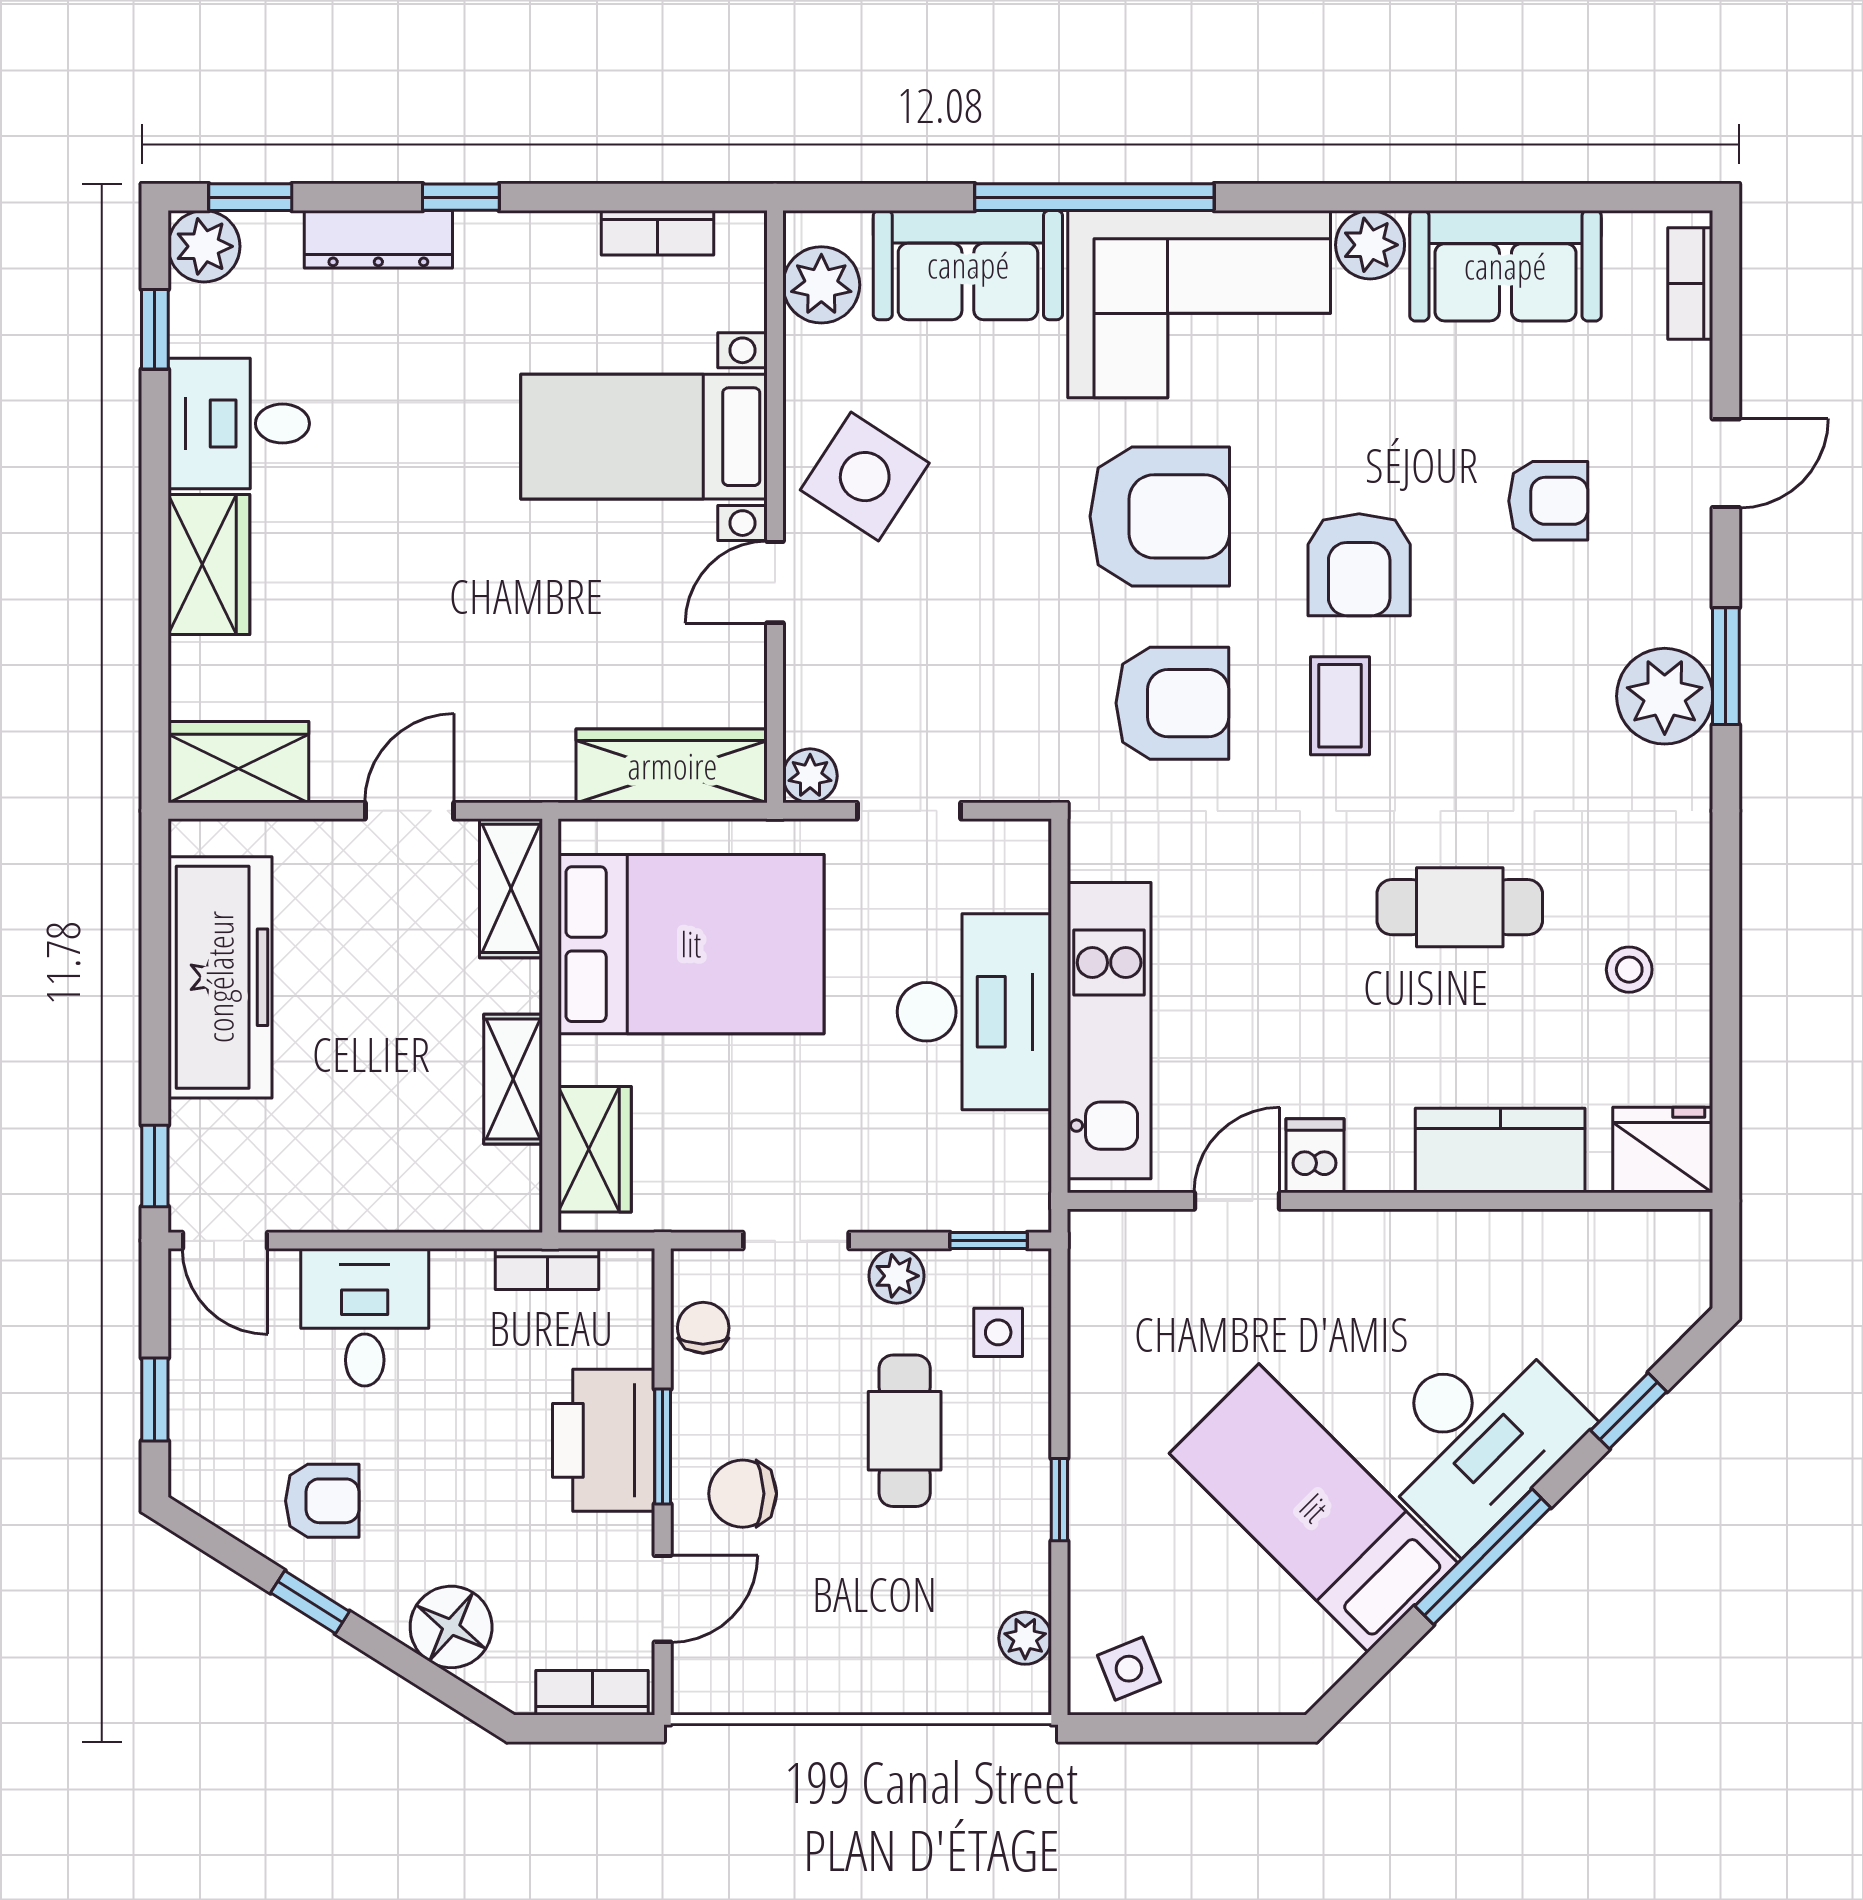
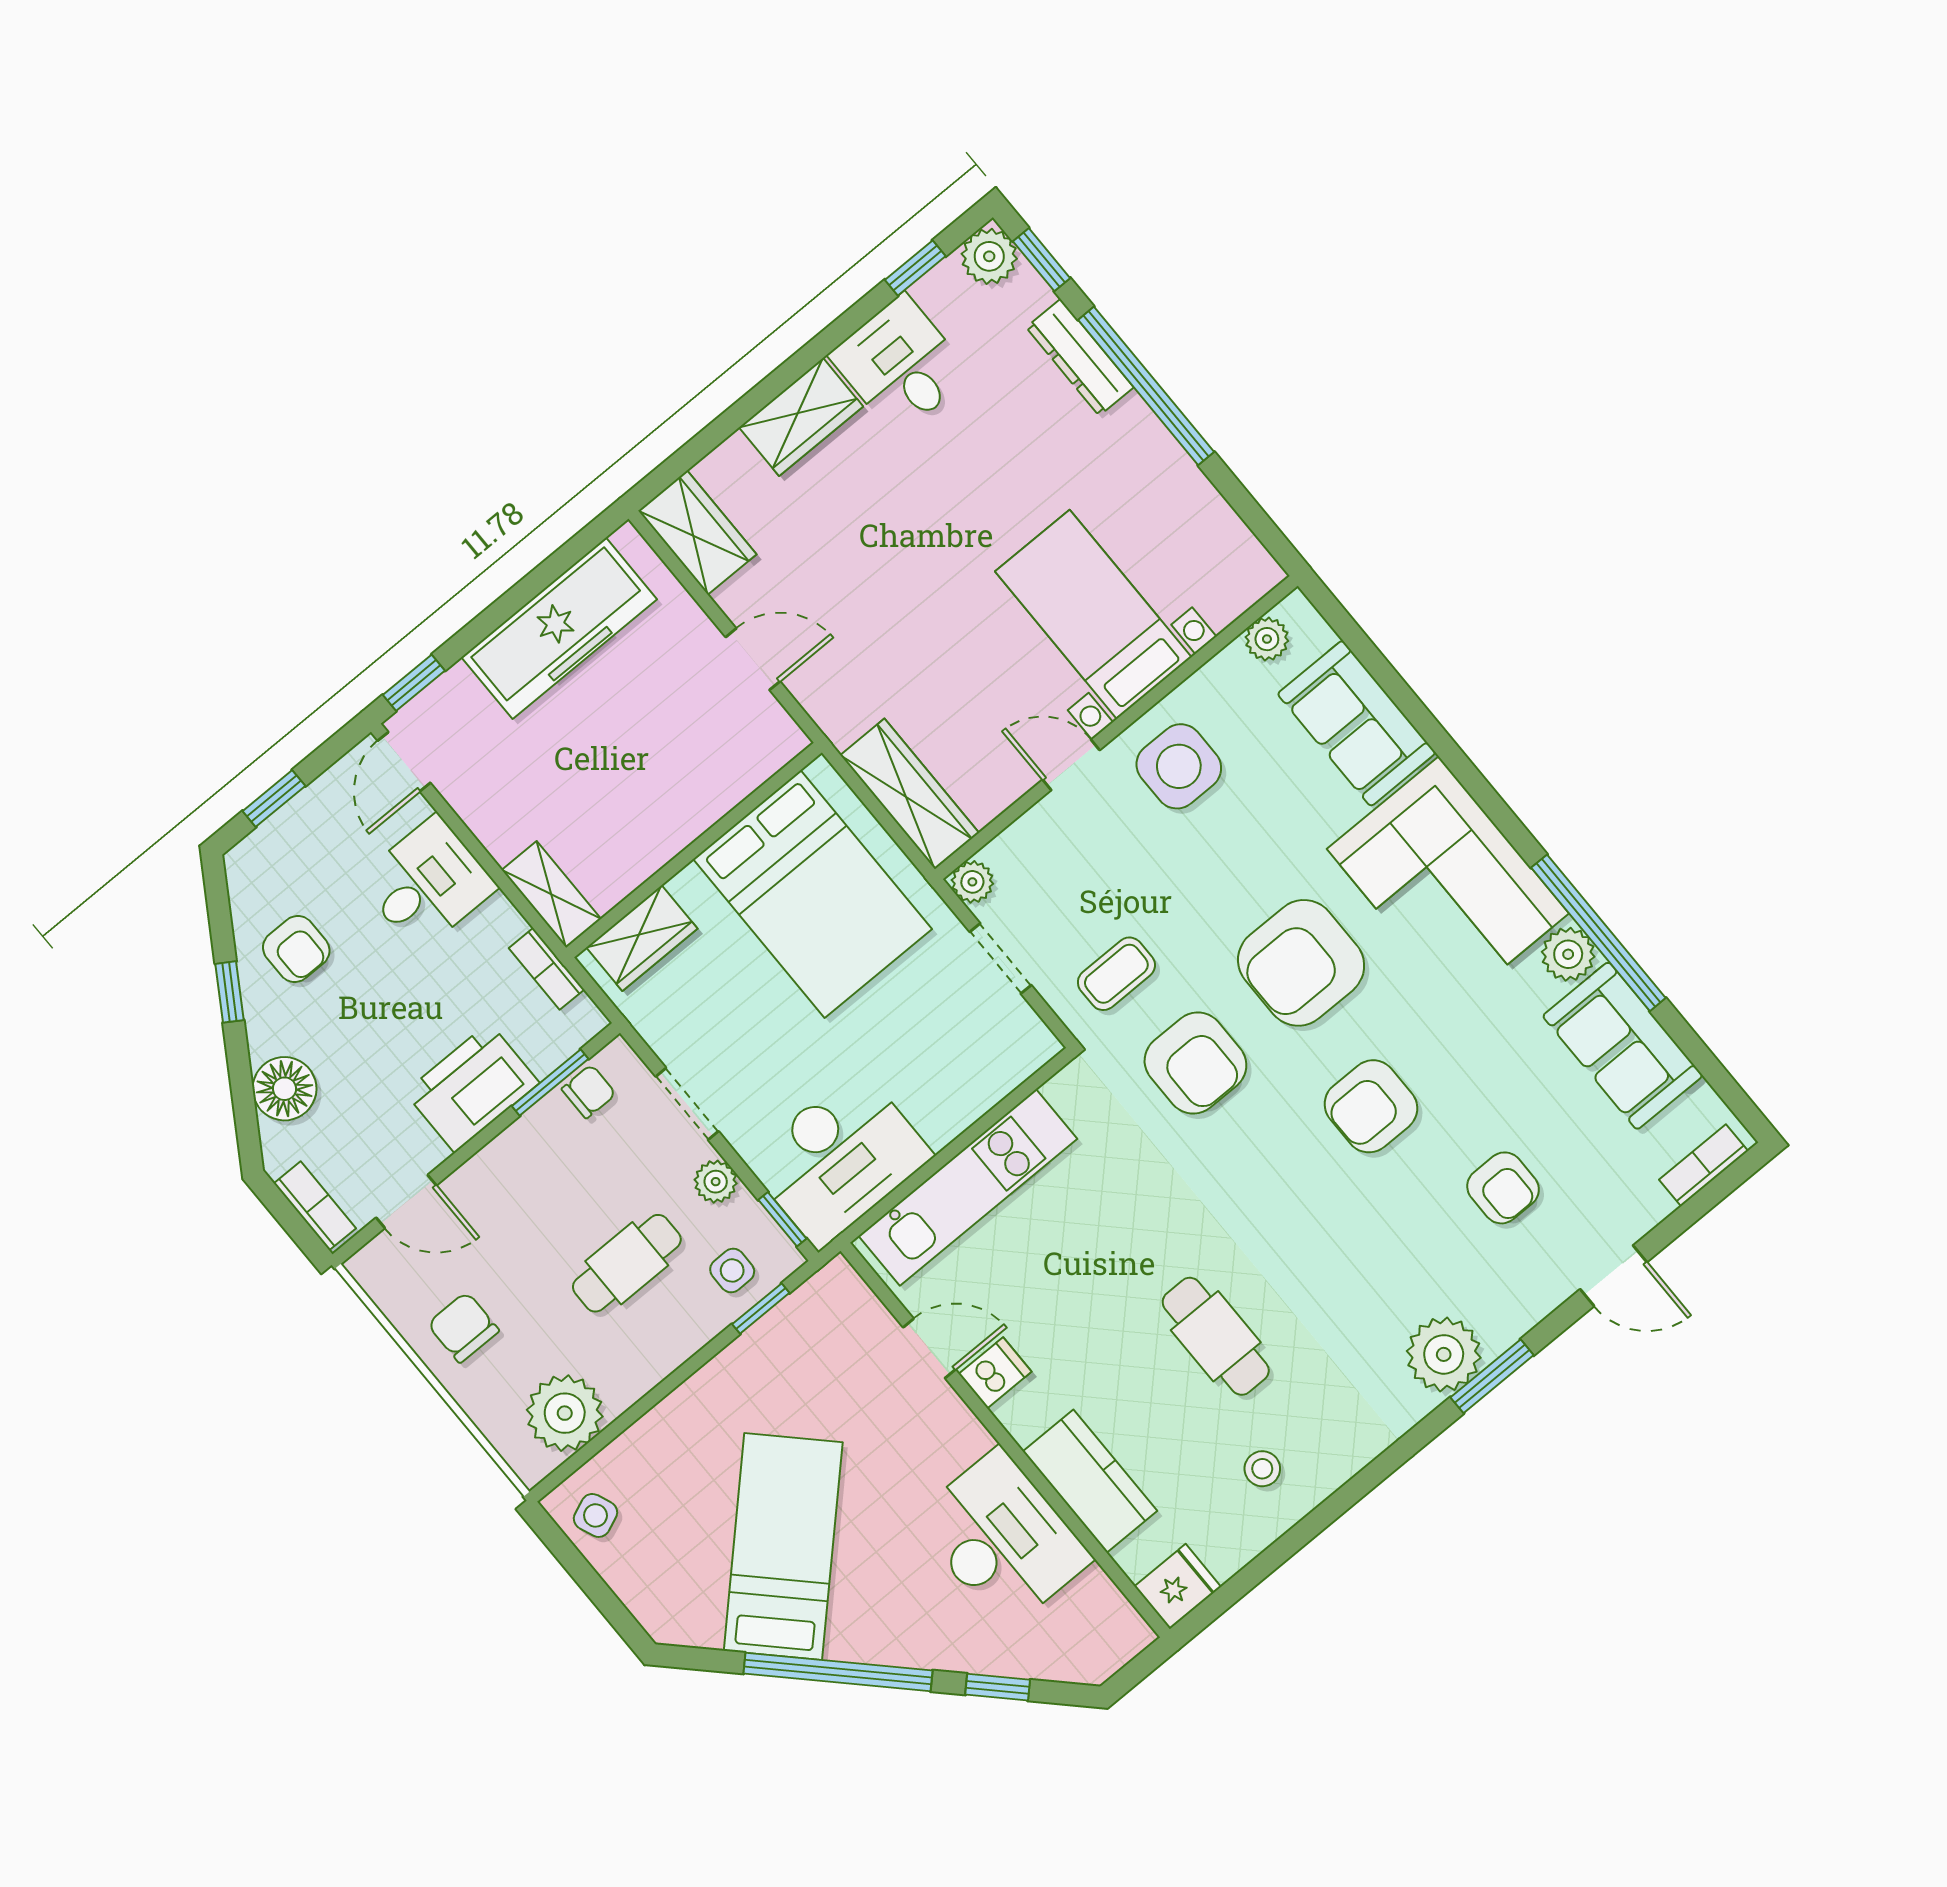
window: (461, 197) -> (1146, 386), width x3.17
window: (1094, 197) -> (1598, 933), moved
bookcase: (658, 233) -> (1222, 521), removed
plant: (821, 285) -> (1267, 639), width x0.73, depth x0.73
side table: (865, 477) -> (1179, 766), turned -33
armchair: (1160, 516) -> (1301, 963), turned 90
coffee table: (1340, 706) -> (1116, 974), moved
shelving: (511, 888) -> (757, 758), removed
desk: (974, 1012) -> (839, 1158), moved
shelving: (513, 1079) -> (551, 894), moved, turned 90
fridge: (1663, 1150) -> (1178, 1587), width x0.72
desk: (1476, 1437) -> (1002, 1539), moved, turned -135
window: (663, 1446) -> (550, 1082), moved
chair: (743, 1494) -> (463, 1327), moved
window: (1059, 1500) -> (761, 1309), moved
window: (1483, 1557) -> (838, 1672), width x1.46
plant: (1025, 1638) -> (565, 1413), width x1.88, depth x1.88

